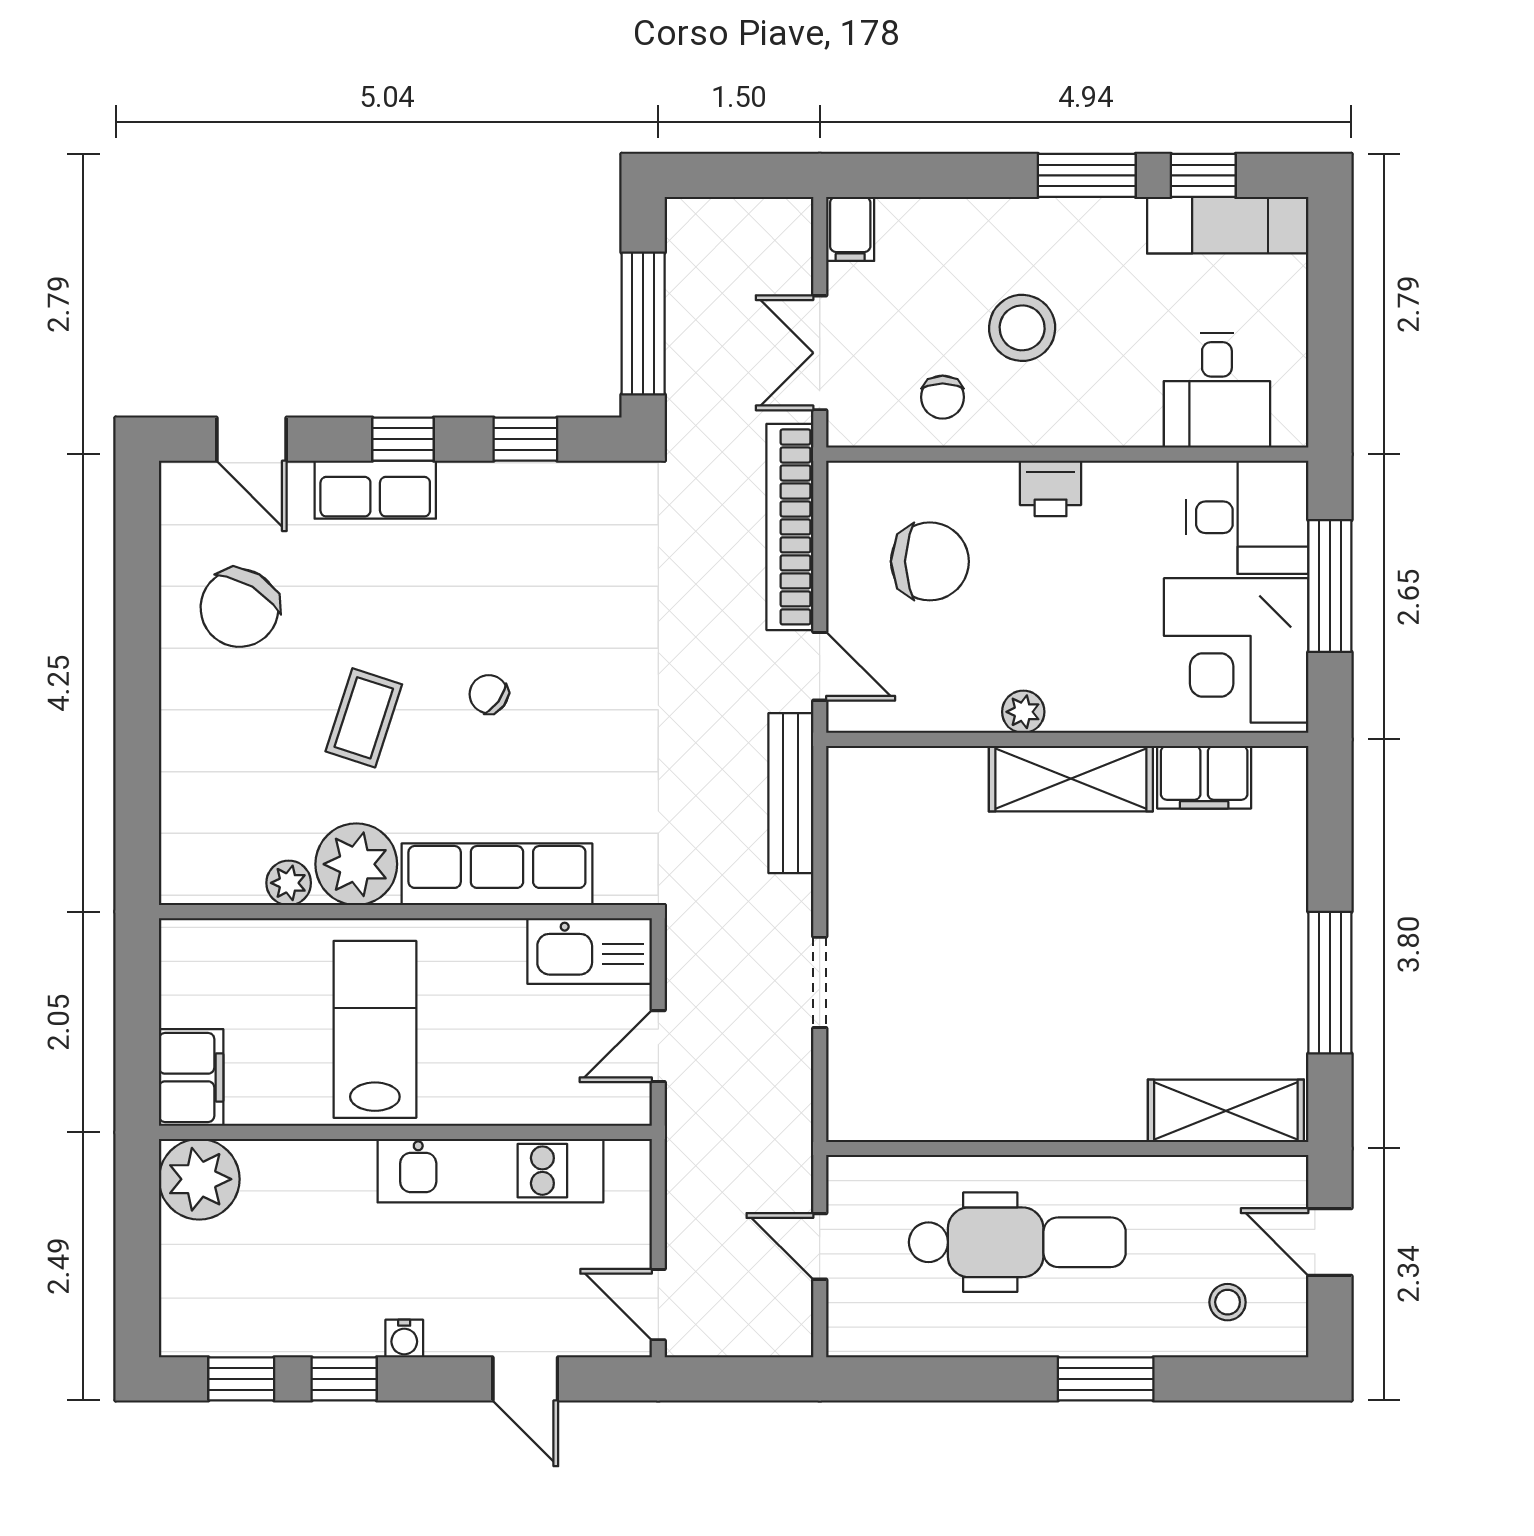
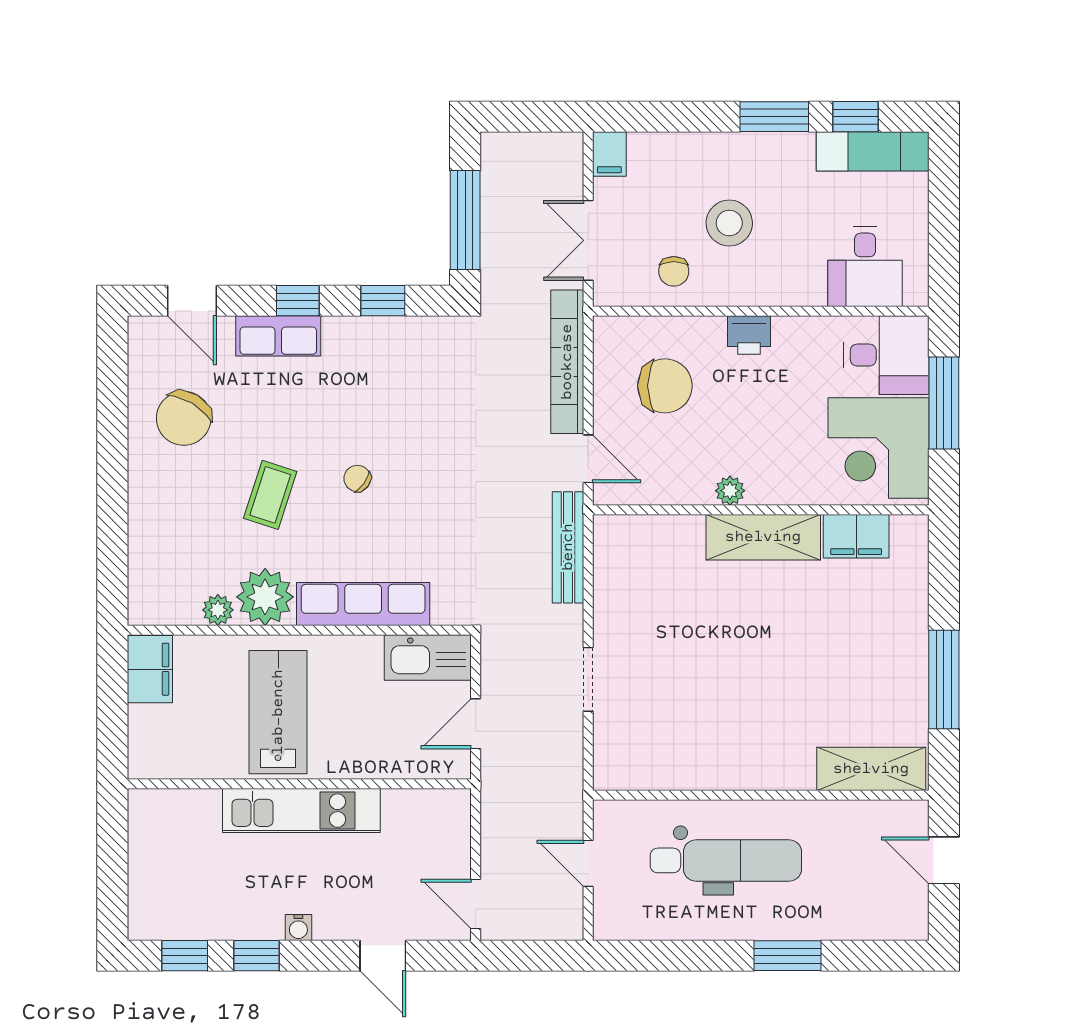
filing cabinet: (191, 1077) -> (150, 669), moved
kitchen unit: (490, 1171) -> (301, 811), moved
plant: (199, 1179) -> (155, 817), removed
stool: (1228, 1302) -> (872, 902), removed

